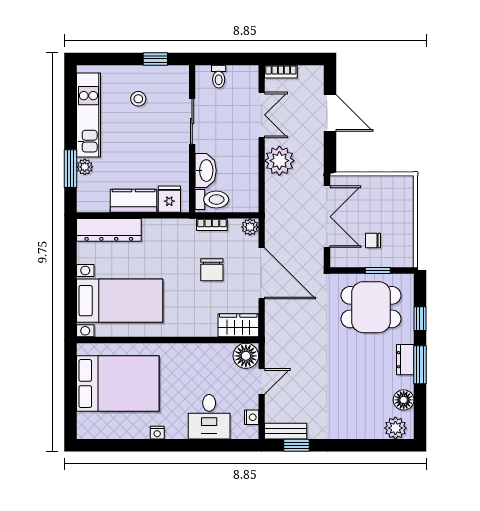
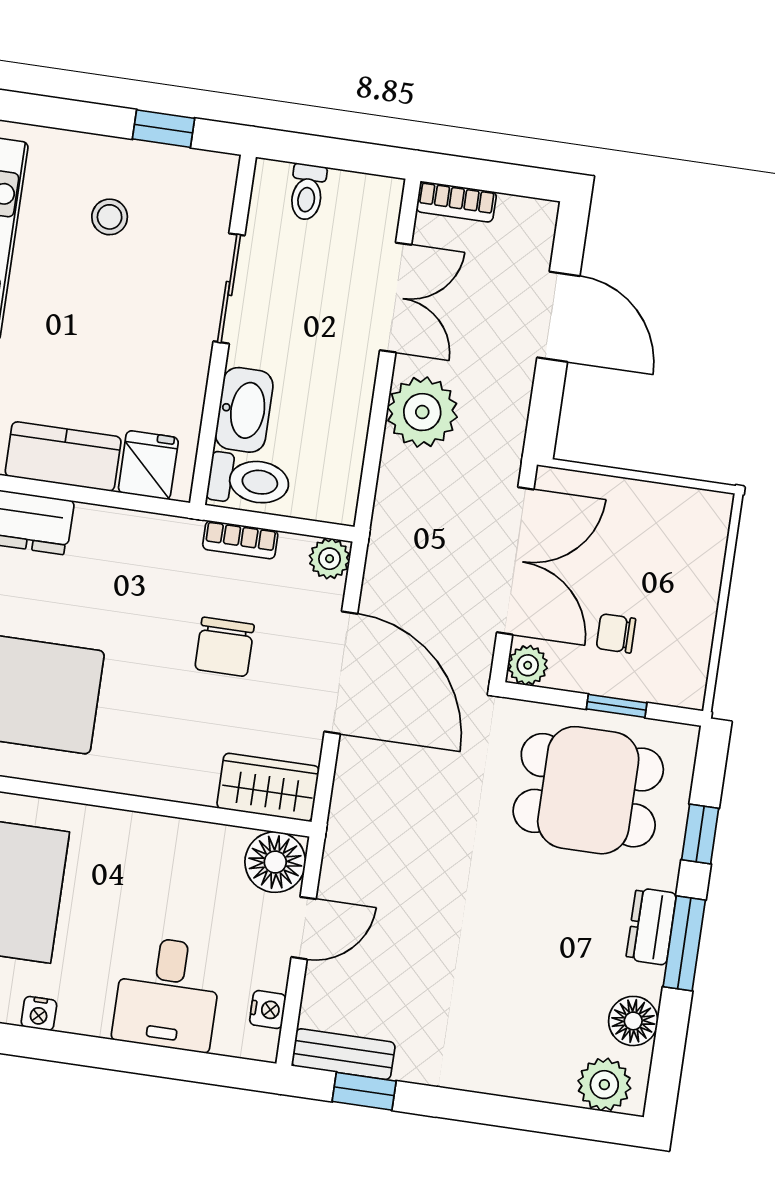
plant: (338, 259) -> (528, 665), added

